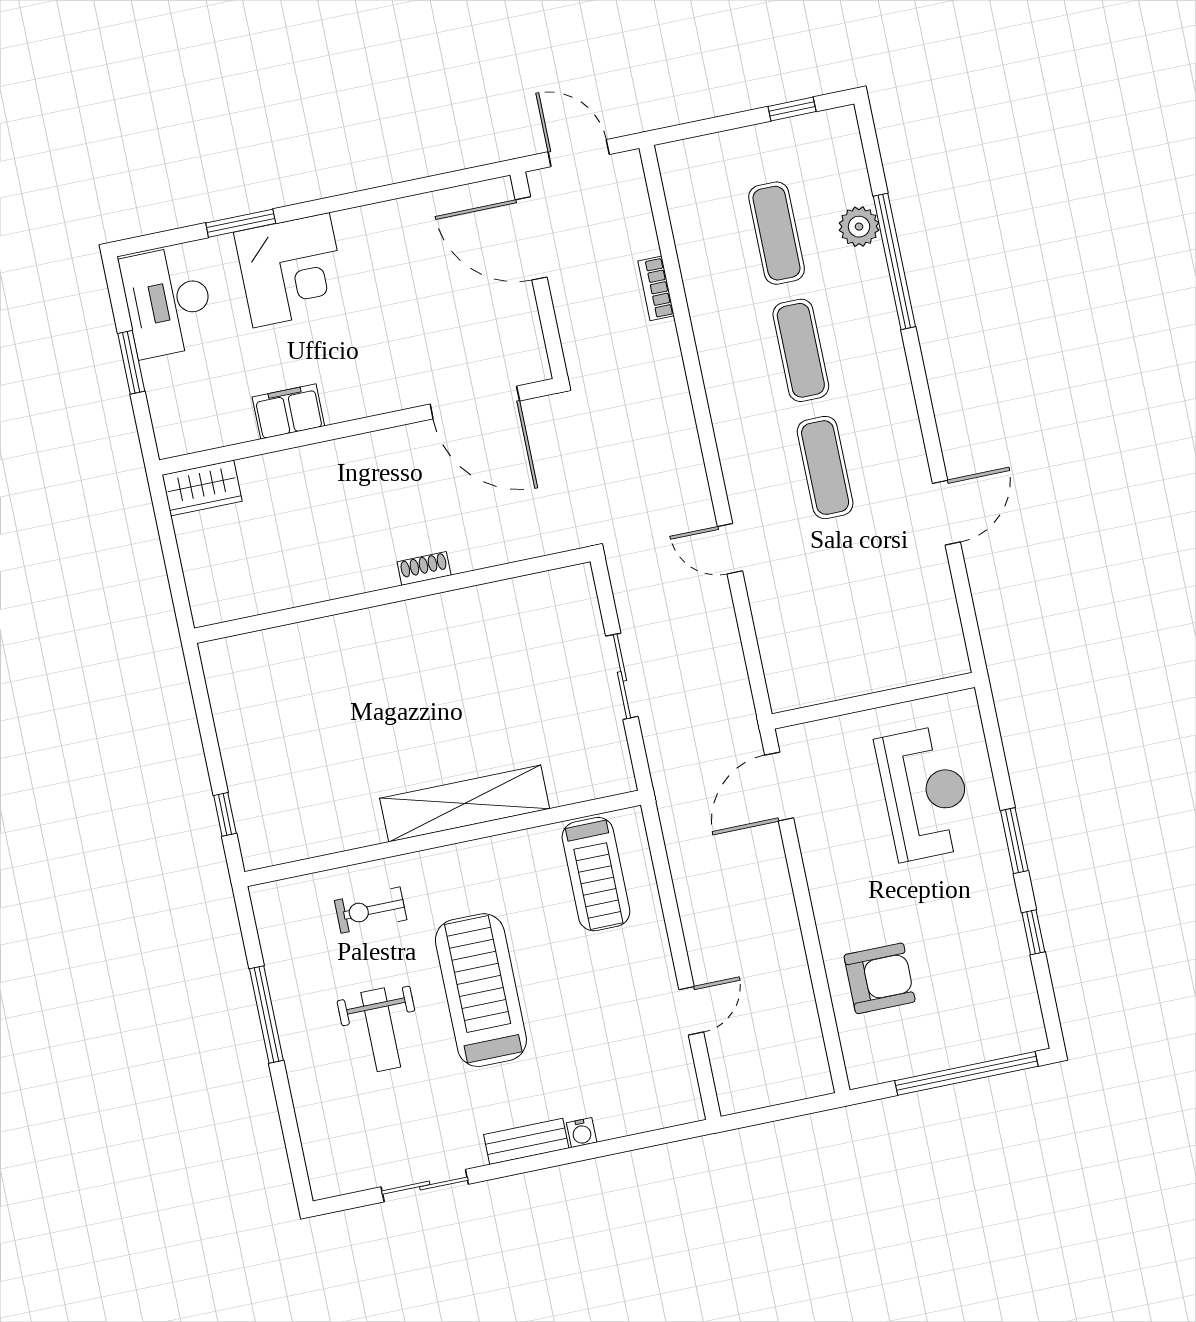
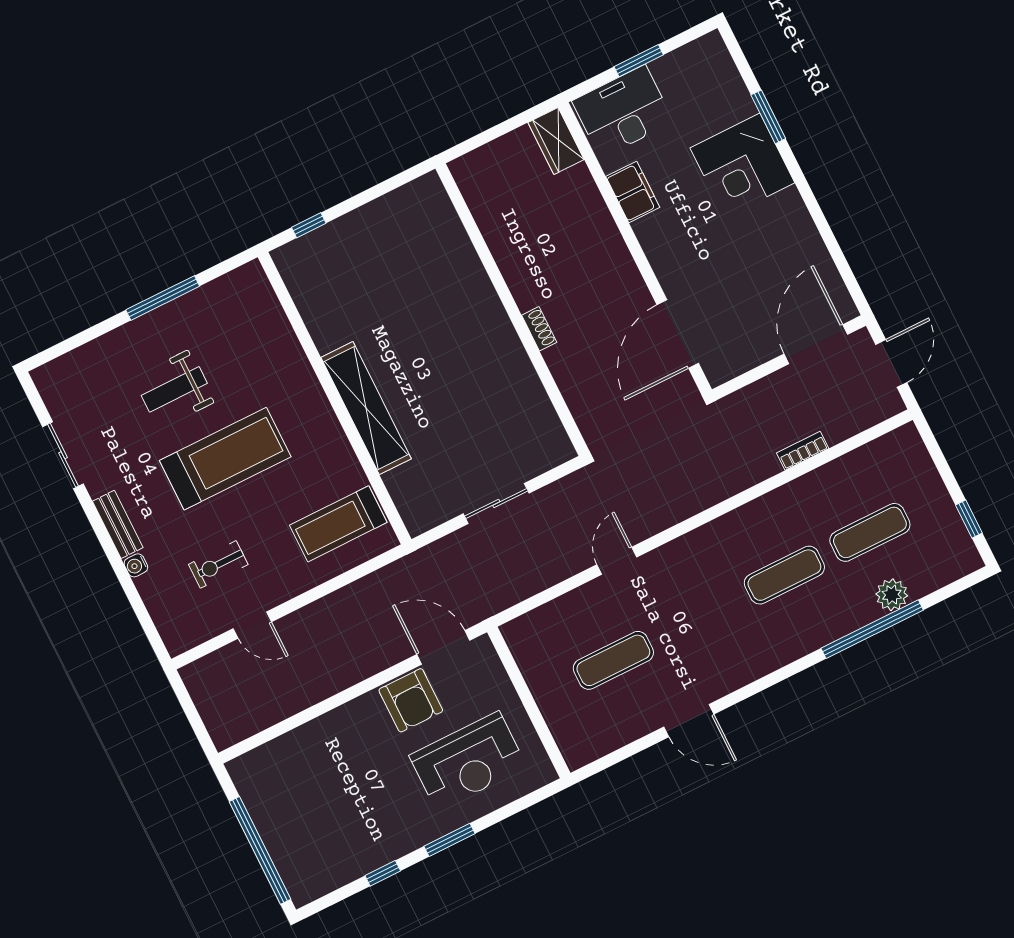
desk: (168, 302) -> (623, 111), moved
exercise mat: (825, 468) -> (613, 660), moved
exercise bike: (371, 910) -> (218, 564), moved, turned -90
armchair: (880, 978) -> (411, 700), moved

